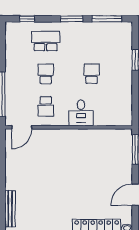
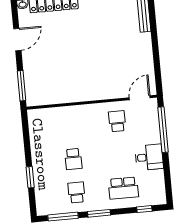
school desk: (46, 74) -> (76, 192), moved, turned 180
desk: (81, 113) -> (149, 157), moved, turned 90

